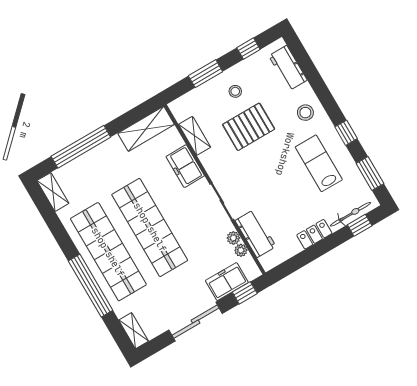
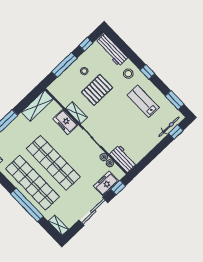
workbench: (288, 68) -> (112, 50), width x1.37
window: (205, 74) -> (64, 65), width x1.44
window: (346, 133) -> (147, 72), moved
shelving: (195, 136) -> (77, 113), moved
workbench: (256, 234) -> (123, 159), moved
locker: (314, 234) -> (151, 144), removed

